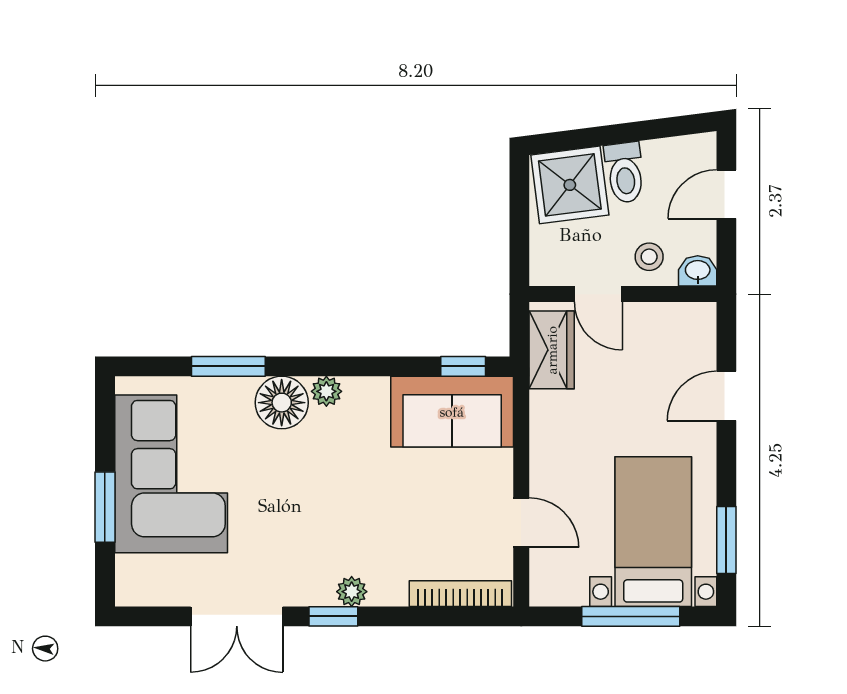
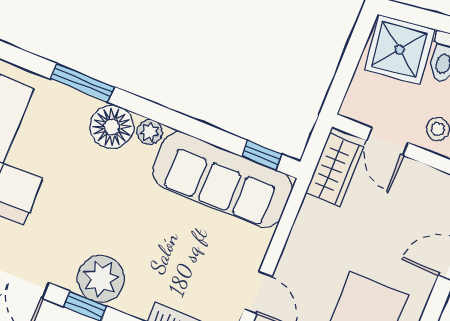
sofa: (452, 412) -> (222, 180), width x1.36
plant: (352, 592) -> (101, 279), width x1.88, depth x1.88

